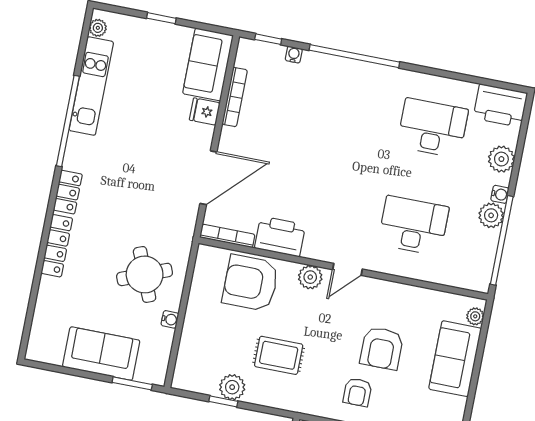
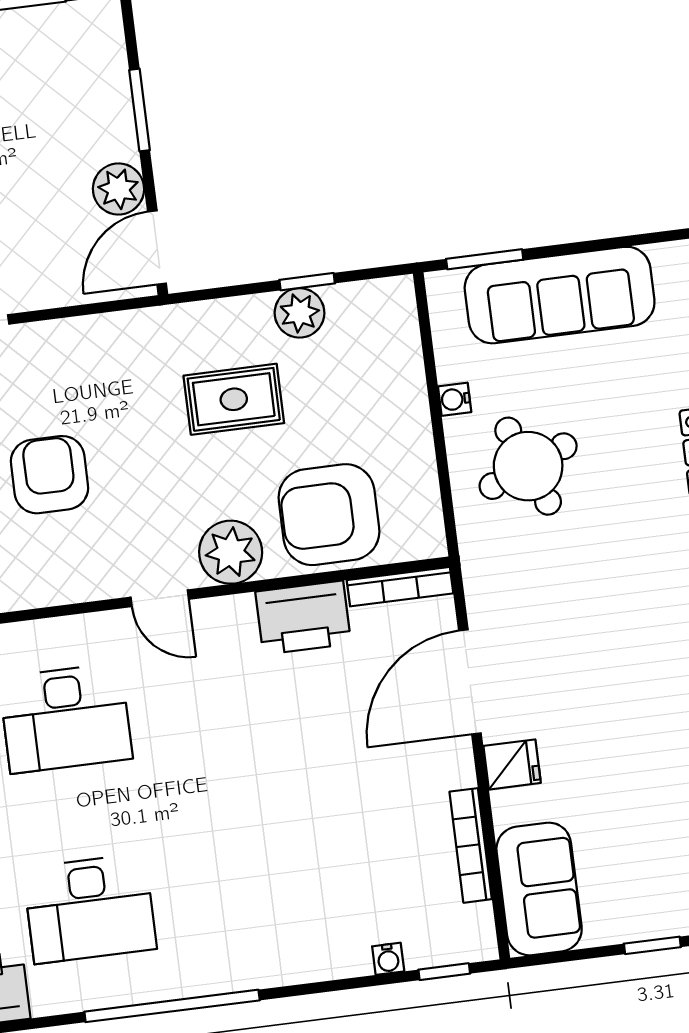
window: (354, 56) -> (172, 1006), moved
fridge: (205, 112) -> (512, 764), moved
door: (347, 269) -> (160, 598), swing flipped
plant: (310, 277) -> (231, 552), width x1.36, depth x1.36
armchair: (251, 283) -> (329, 515), turned 180
sofa: (101, 354) -> (560, 295), width x1.36
armchair: (357, 392) -> (67, 380), removed

